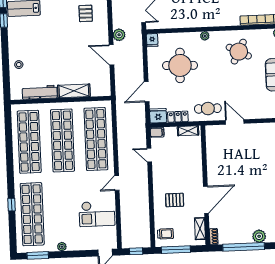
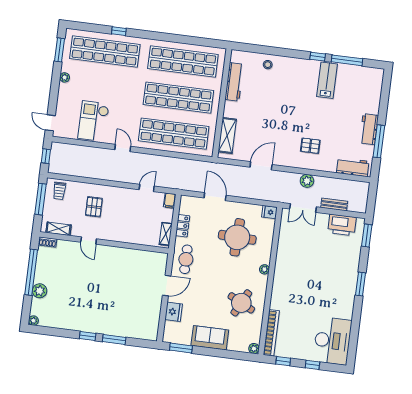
plant: (119, 35) -> (307, 181), moved
shelving: (74, 91) -> (227, 135), moved
fridge: (158, 116) -> (174, 312), moved
door: (206, 200) -> (89, 241), width x0.53

